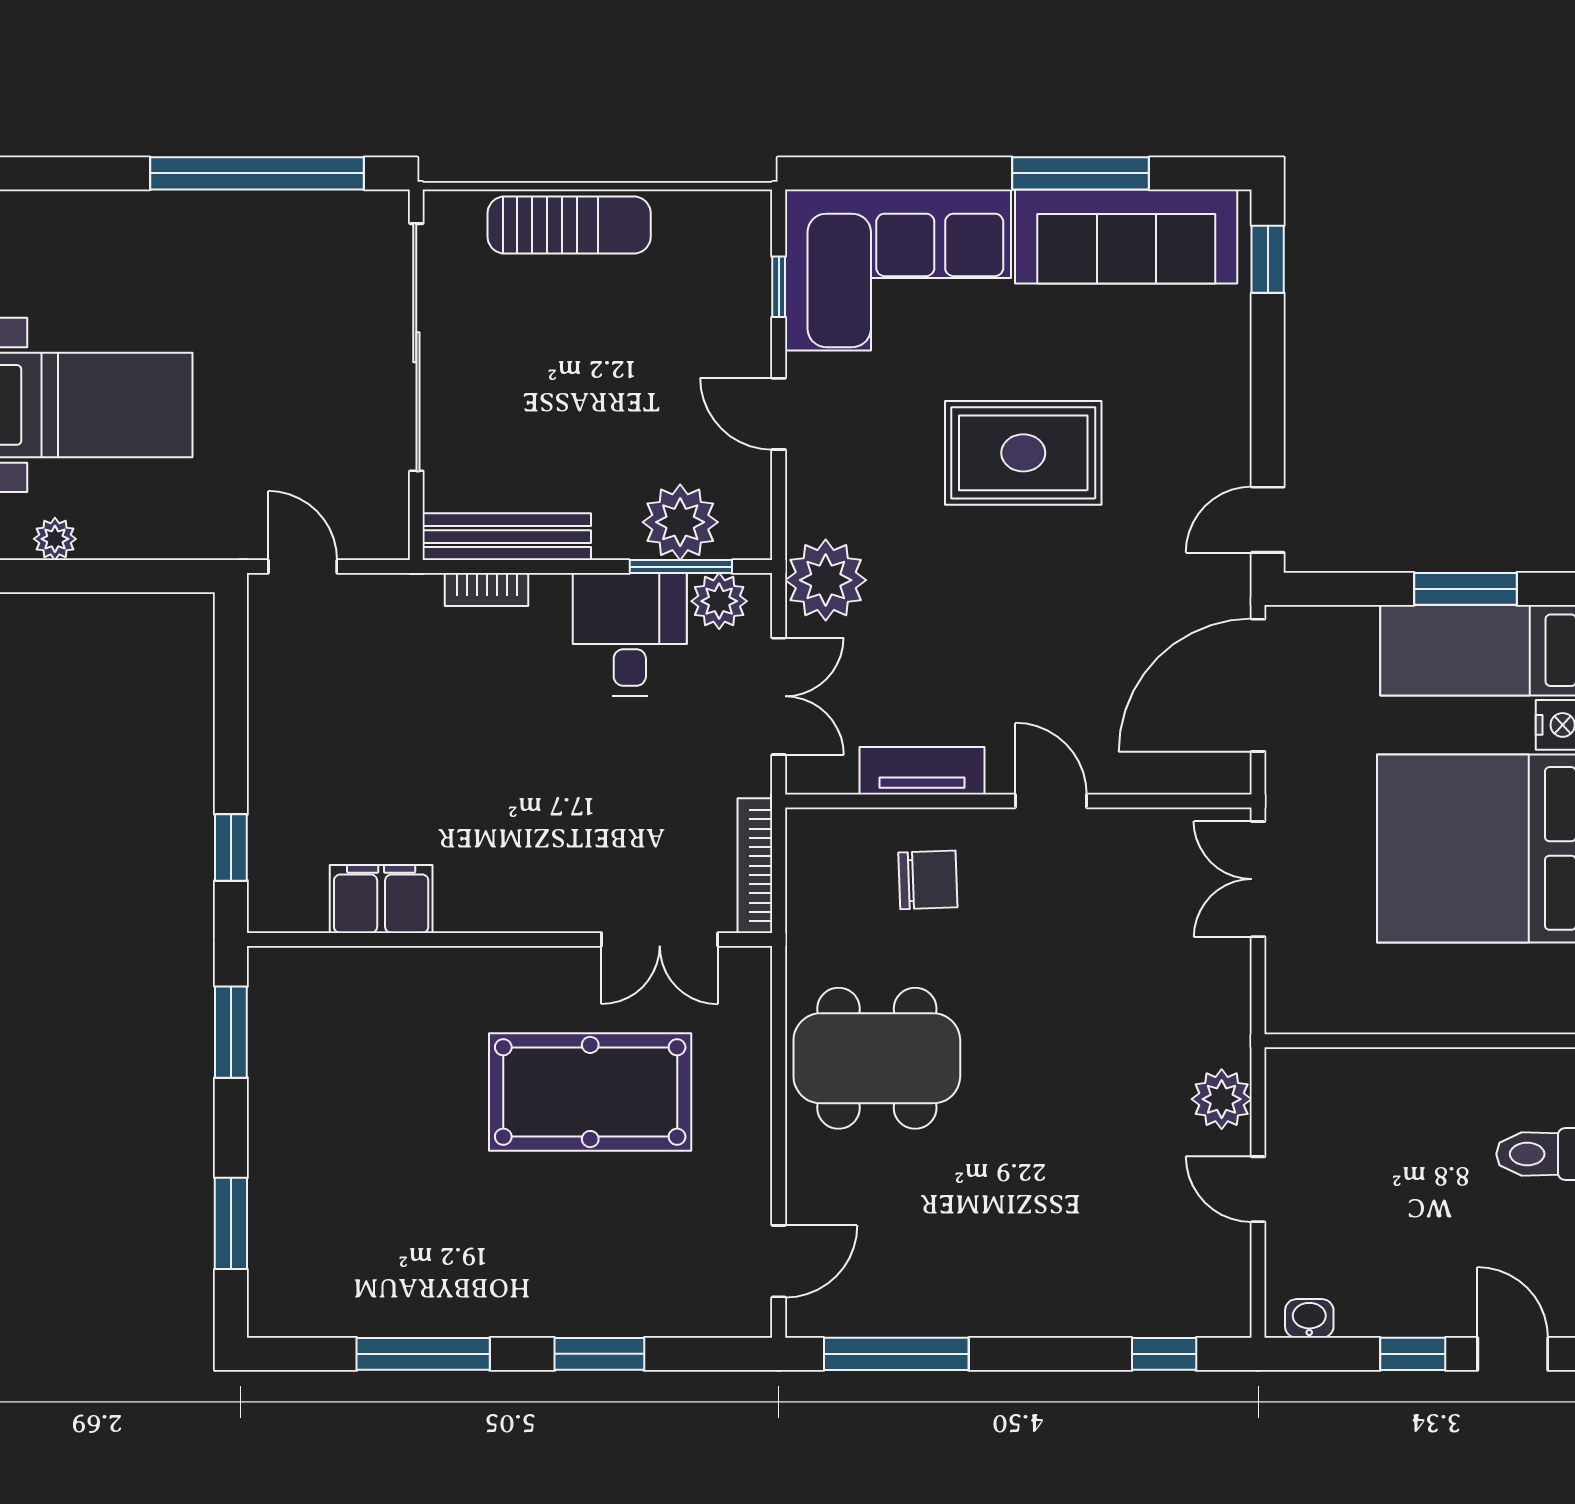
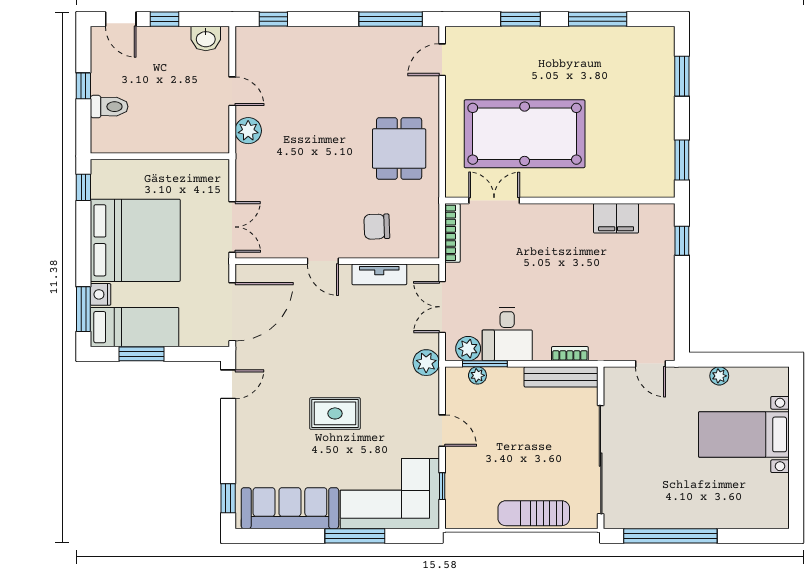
window: (1081, 173) -> (355, 536), moved
rug: (1023, 453) -> (335, 413), width x0.73, depth x0.70
plant: (680, 522) -> (477, 375), width x0.53, depth x0.53
plant: (55, 539) -> (719, 376), moved
plant: (826, 580) -> (426, 363), width x0.73, depth x0.73
dining table: (877, 1058) -> (399, 149), width x0.73
pool table: (590, 1092) -> (525, 134), width x1.36, depth x1.32
washbasin: (1309, 1318) -> (206, 38), width x1.38, depth x1.45

